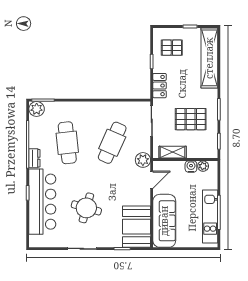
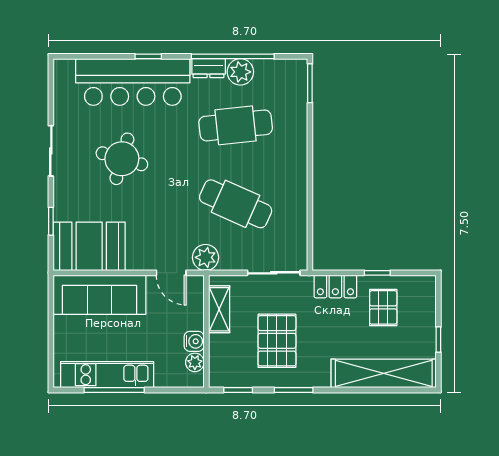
pallet: (172, 48) -> (383, 307), moved
plant: (37, 109) -> (240, 72), moved

